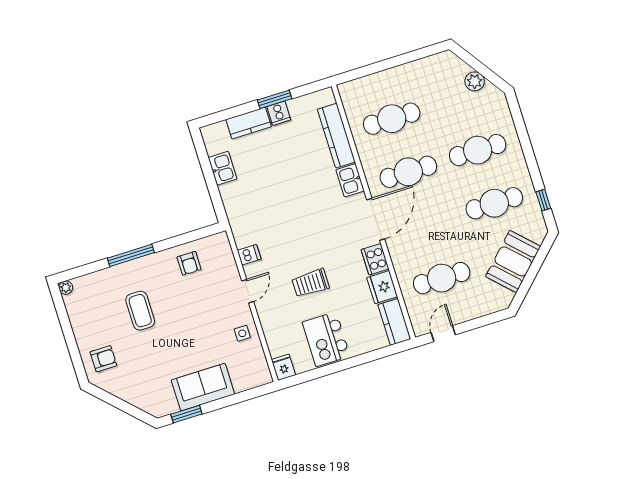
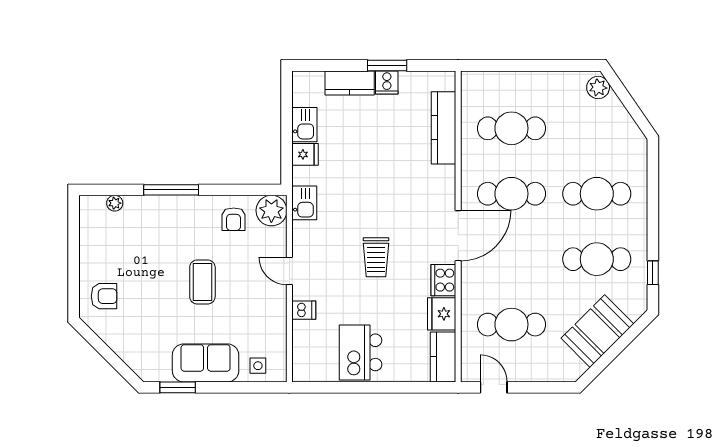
plant: (475, 81) -> (598, 87), moved
kitchen sink: (350, 180) -> (304, 203), moved, turned 180
plant: (218, 247) -> (271, 211), added
dishwasher: (249, 255) -> (304, 310), moved
trolley: (311, 283) -> (376, 257), moved, turned -90
plant: (66, 288) -> (115, 203), moved
door: (248, 291) -> (289, 271), swing flipped
coffee table: (140, 311) -> (202, 282), moved
side table: (242, 333) -> (258, 366), moved
door: (443, 334) -> (494, 387), hinge flipped
fridge: (284, 367) -> (305, 154), moved, turned 90

